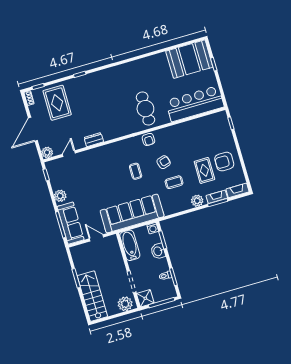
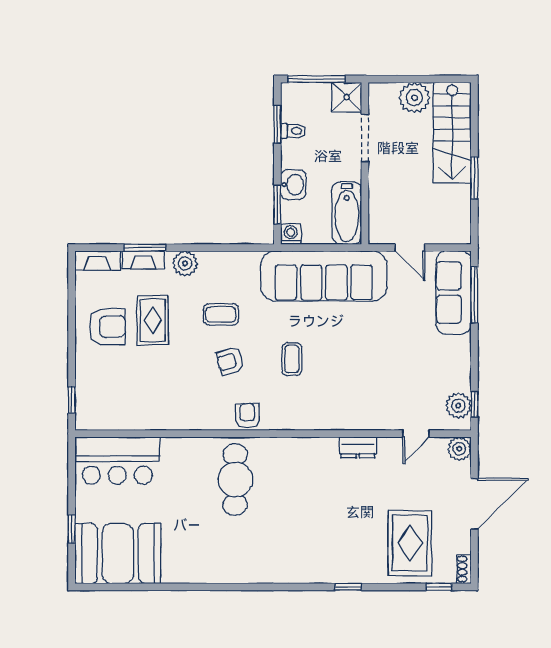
bar counter: (195, 104) -> (117, 461), width x0.73
plant: (60, 196) -> (458, 406), moved
plant: (125, 304) -> (414, 98), moved

